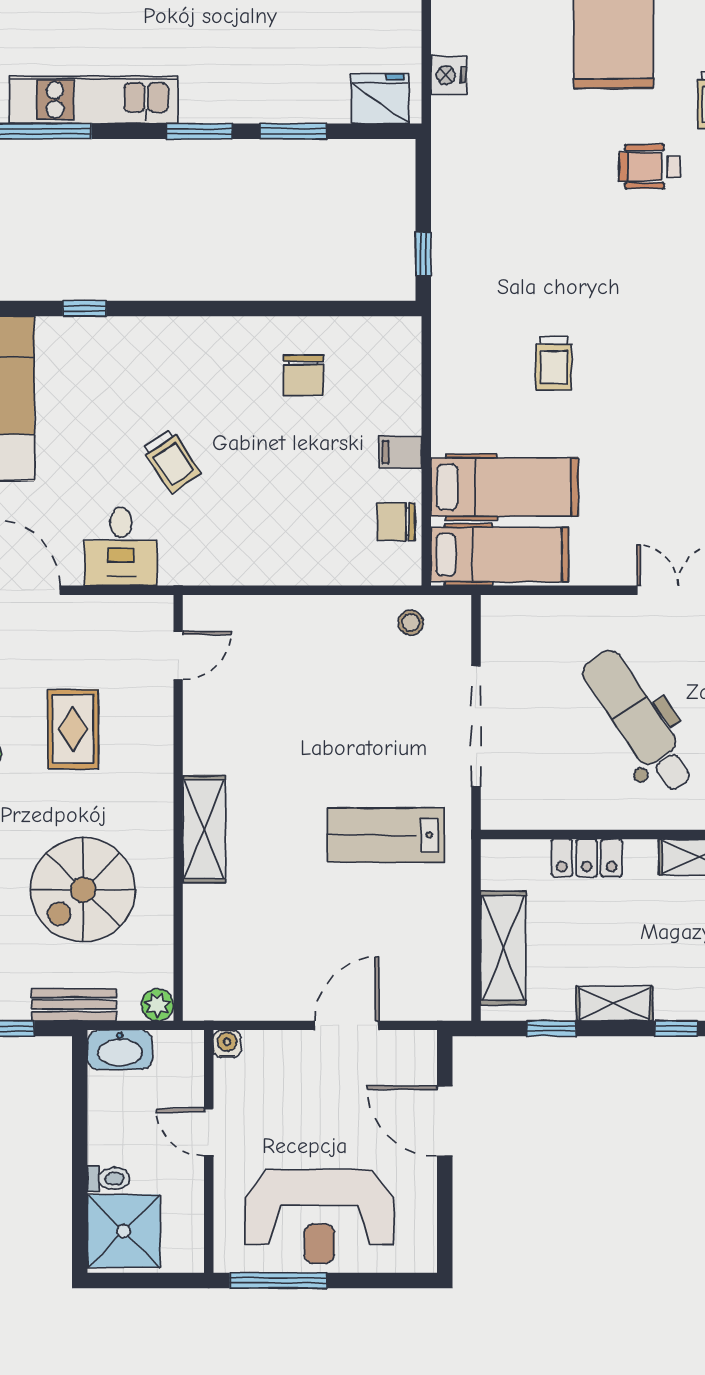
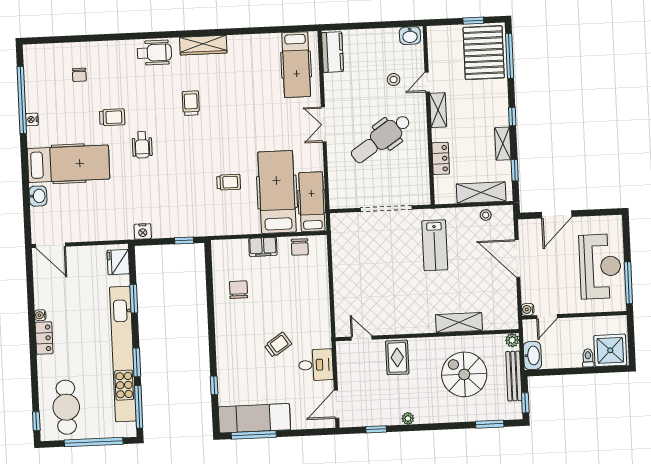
nightstand: (449, 75) -> (143, 231), moved
kitchen unit: (94, 100) -> (123, 354), width x1.86
window: (200, 131) -> (137, 362), moved
chair: (303, 375) -> (239, 290), turned -90
filing cabinet: (400, 452) -> (263, 247), width x2.00
hospital bed: (505, 487) -> (277, 192), width x1.37, depth x1.29
stool: (411, 623) -> (486, 215), moved
rug: (73, 729) -> (397, 357), moved, turned 90
shelving: (204, 829) -> (459, 323), moved
spiral stairs: (83, 890) -> (464, 374), turned 180
bench: (74, 1005) -> (514, 376), width x1.36
door: (347, 1025) -> (517, 258), width x1.36
door: (209, 1132) -> (547, 317), moved

